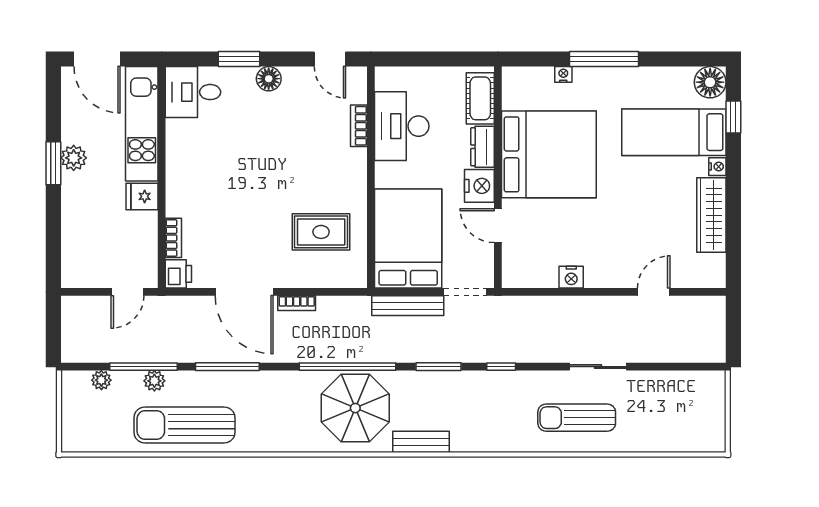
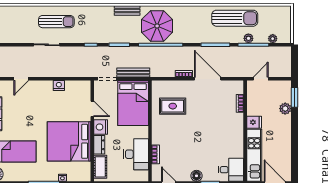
plant: (74, 158) -> (285, 109), moved
window: (53, 163) -> (294, 97), moved
printer: (178, 274) -> (238, 87), removed

